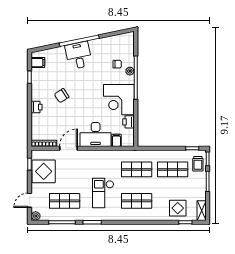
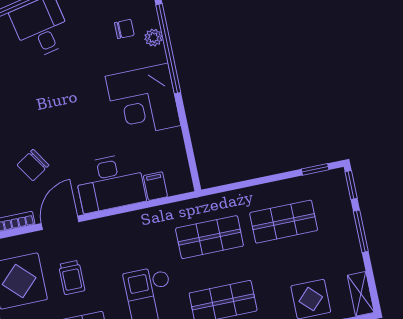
chair: (62, 96) -> (33, 165), moved
printer: (128, 122) -> (172, 143), removed
trolley: (198, 164) -> (72, 277), moved

